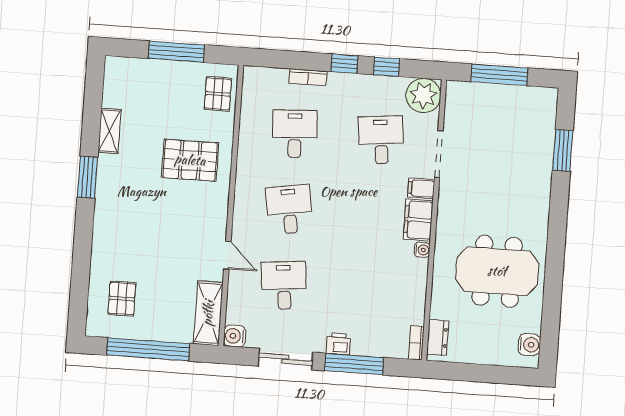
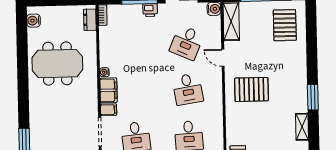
pallet: (190, 160) -> (251, 89), moved
desk: (284, 285) -> (187, 43), turned 30
pallet: (122, 299) -> (285, 25), width x1.50, depth x1.42

